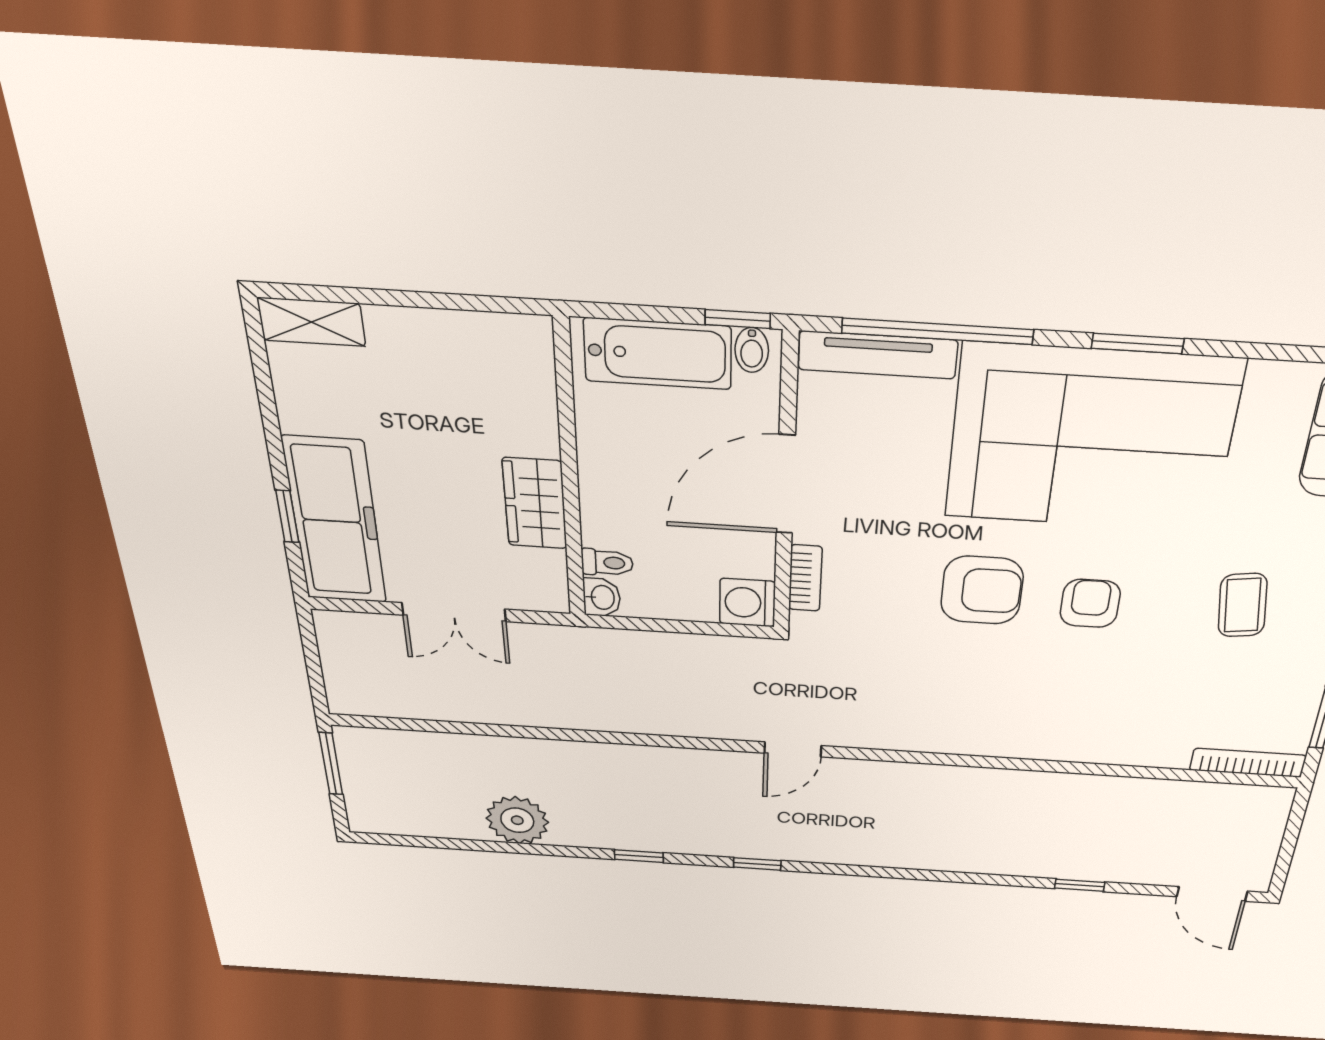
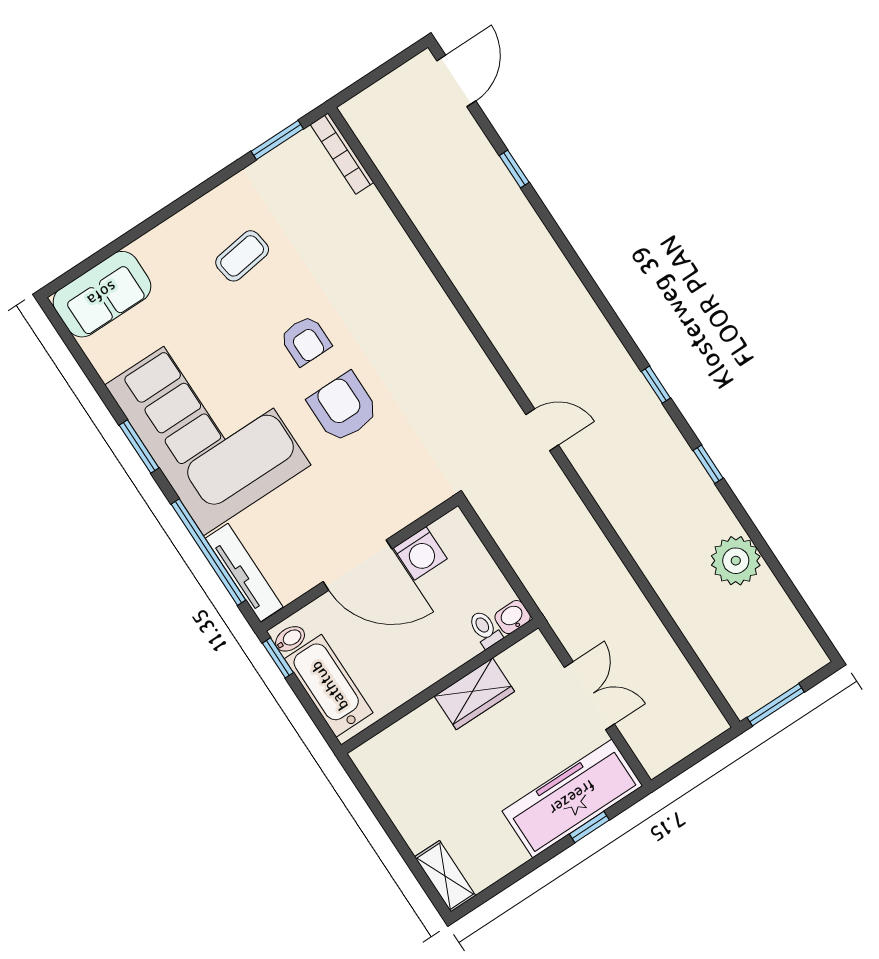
bookcase: (805, 578) -> (411, 511), removed
washing machine: (747, 603) -> (420, 553), moved
armchair: (1090, 603) -> (305, 340), turned -90

